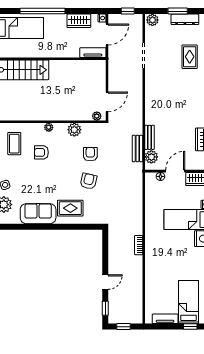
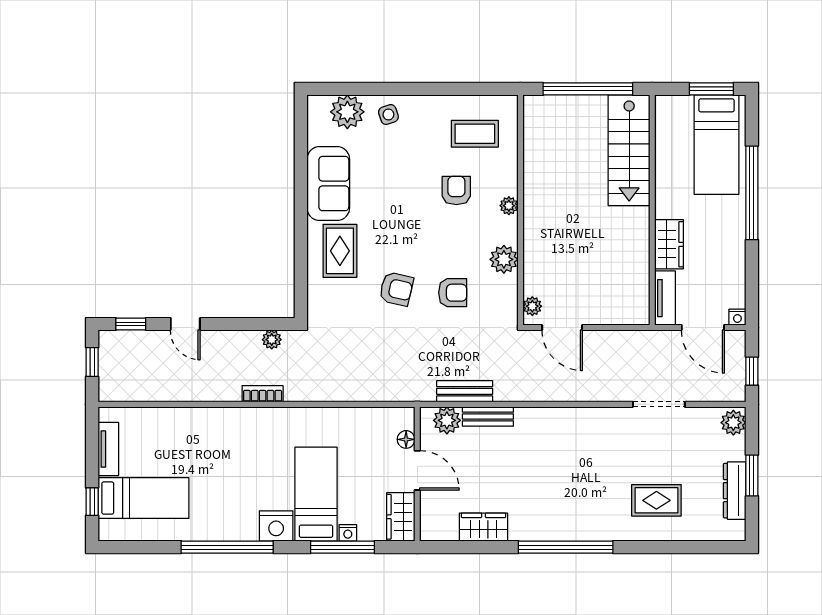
wardrobe: (79, 21) -> (669, 244), moved, turned 180
plant: (113, 241) -> (272, 340), added

